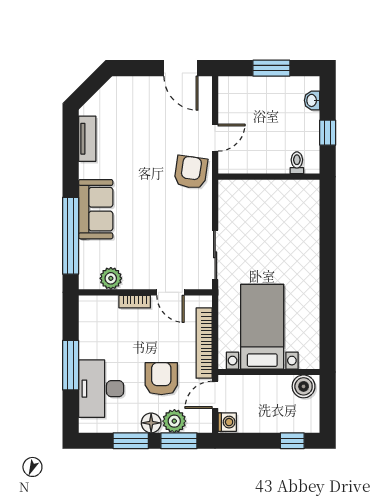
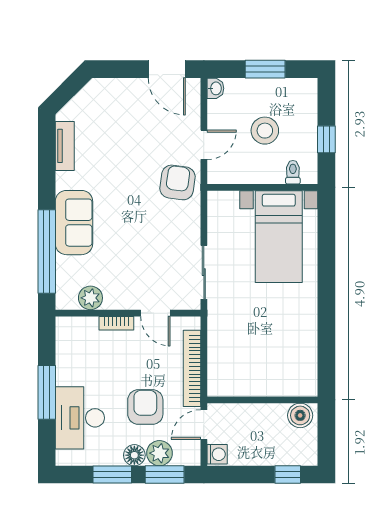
washbasin: (312, 100) -> (215, 88), moved, turned 180
stool: (271, 125) -> (265, 131), added
bed with nightstands: (262, 327) -> (279, 237), moved, turned 180

